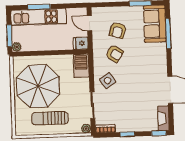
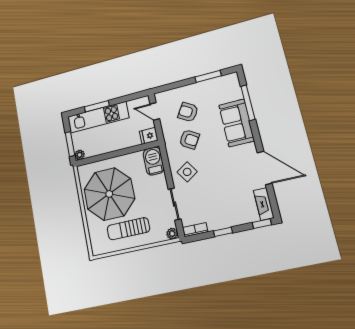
sofa: (155, 24) -> (237, 123), moved
armchair: (118, 30) -> (188, 112), turned 106

